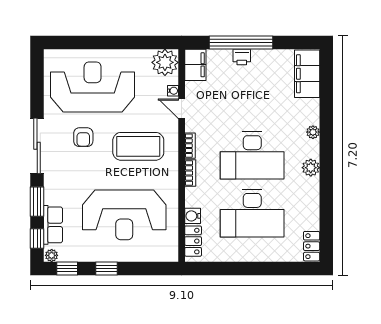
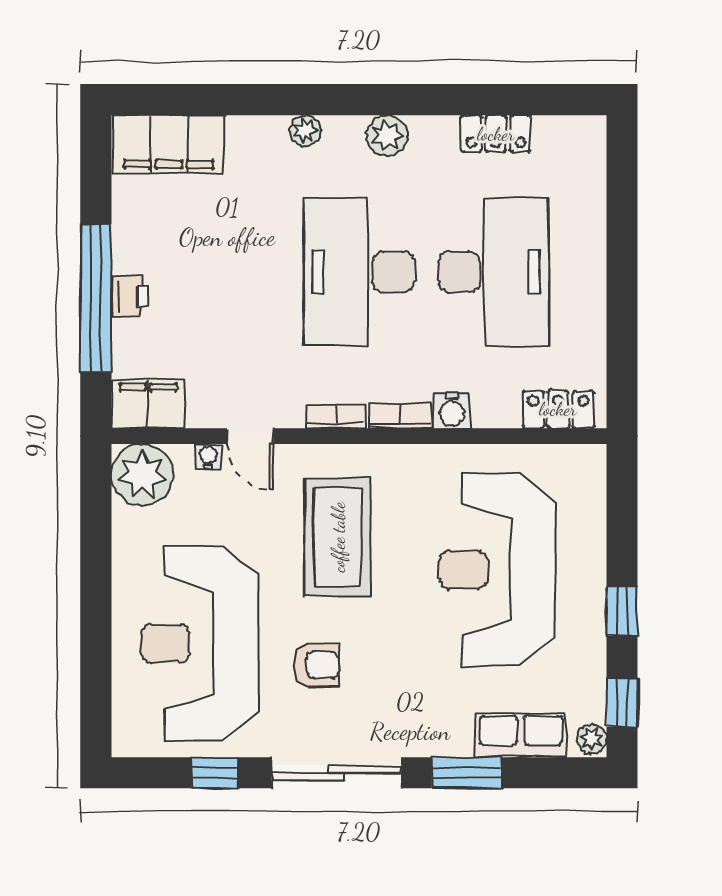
door: (182, 109) -> (250, 436), hinge flipped
desk: (252, 155) -> (359, 272), turned 180
reception desk: (124, 215) -> (497, 570), turned 180
water cooler: (193, 216) -> (452, 411), moved
window: (37, 239) -> (215, 773), moved
locker: (312, 246) -> (496, 134), moved

